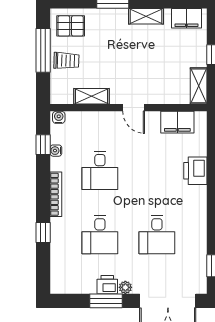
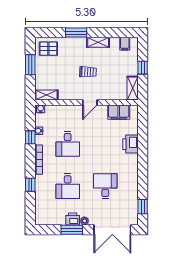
filing cabinet: (186, 18) -> (125, 44), width x0.50
window: (43, 50) -> (30, 65), width x0.69
trolley: (66, 61) -> (88, 72), moved
shelving: (92, 96) -> (46, 95), moved
door: (134, 108) -> (90, 103), hinge flipped
window: (43, 145) -> (30, 137), moved
desk: (157, 235) -> (105, 186), turned 180

